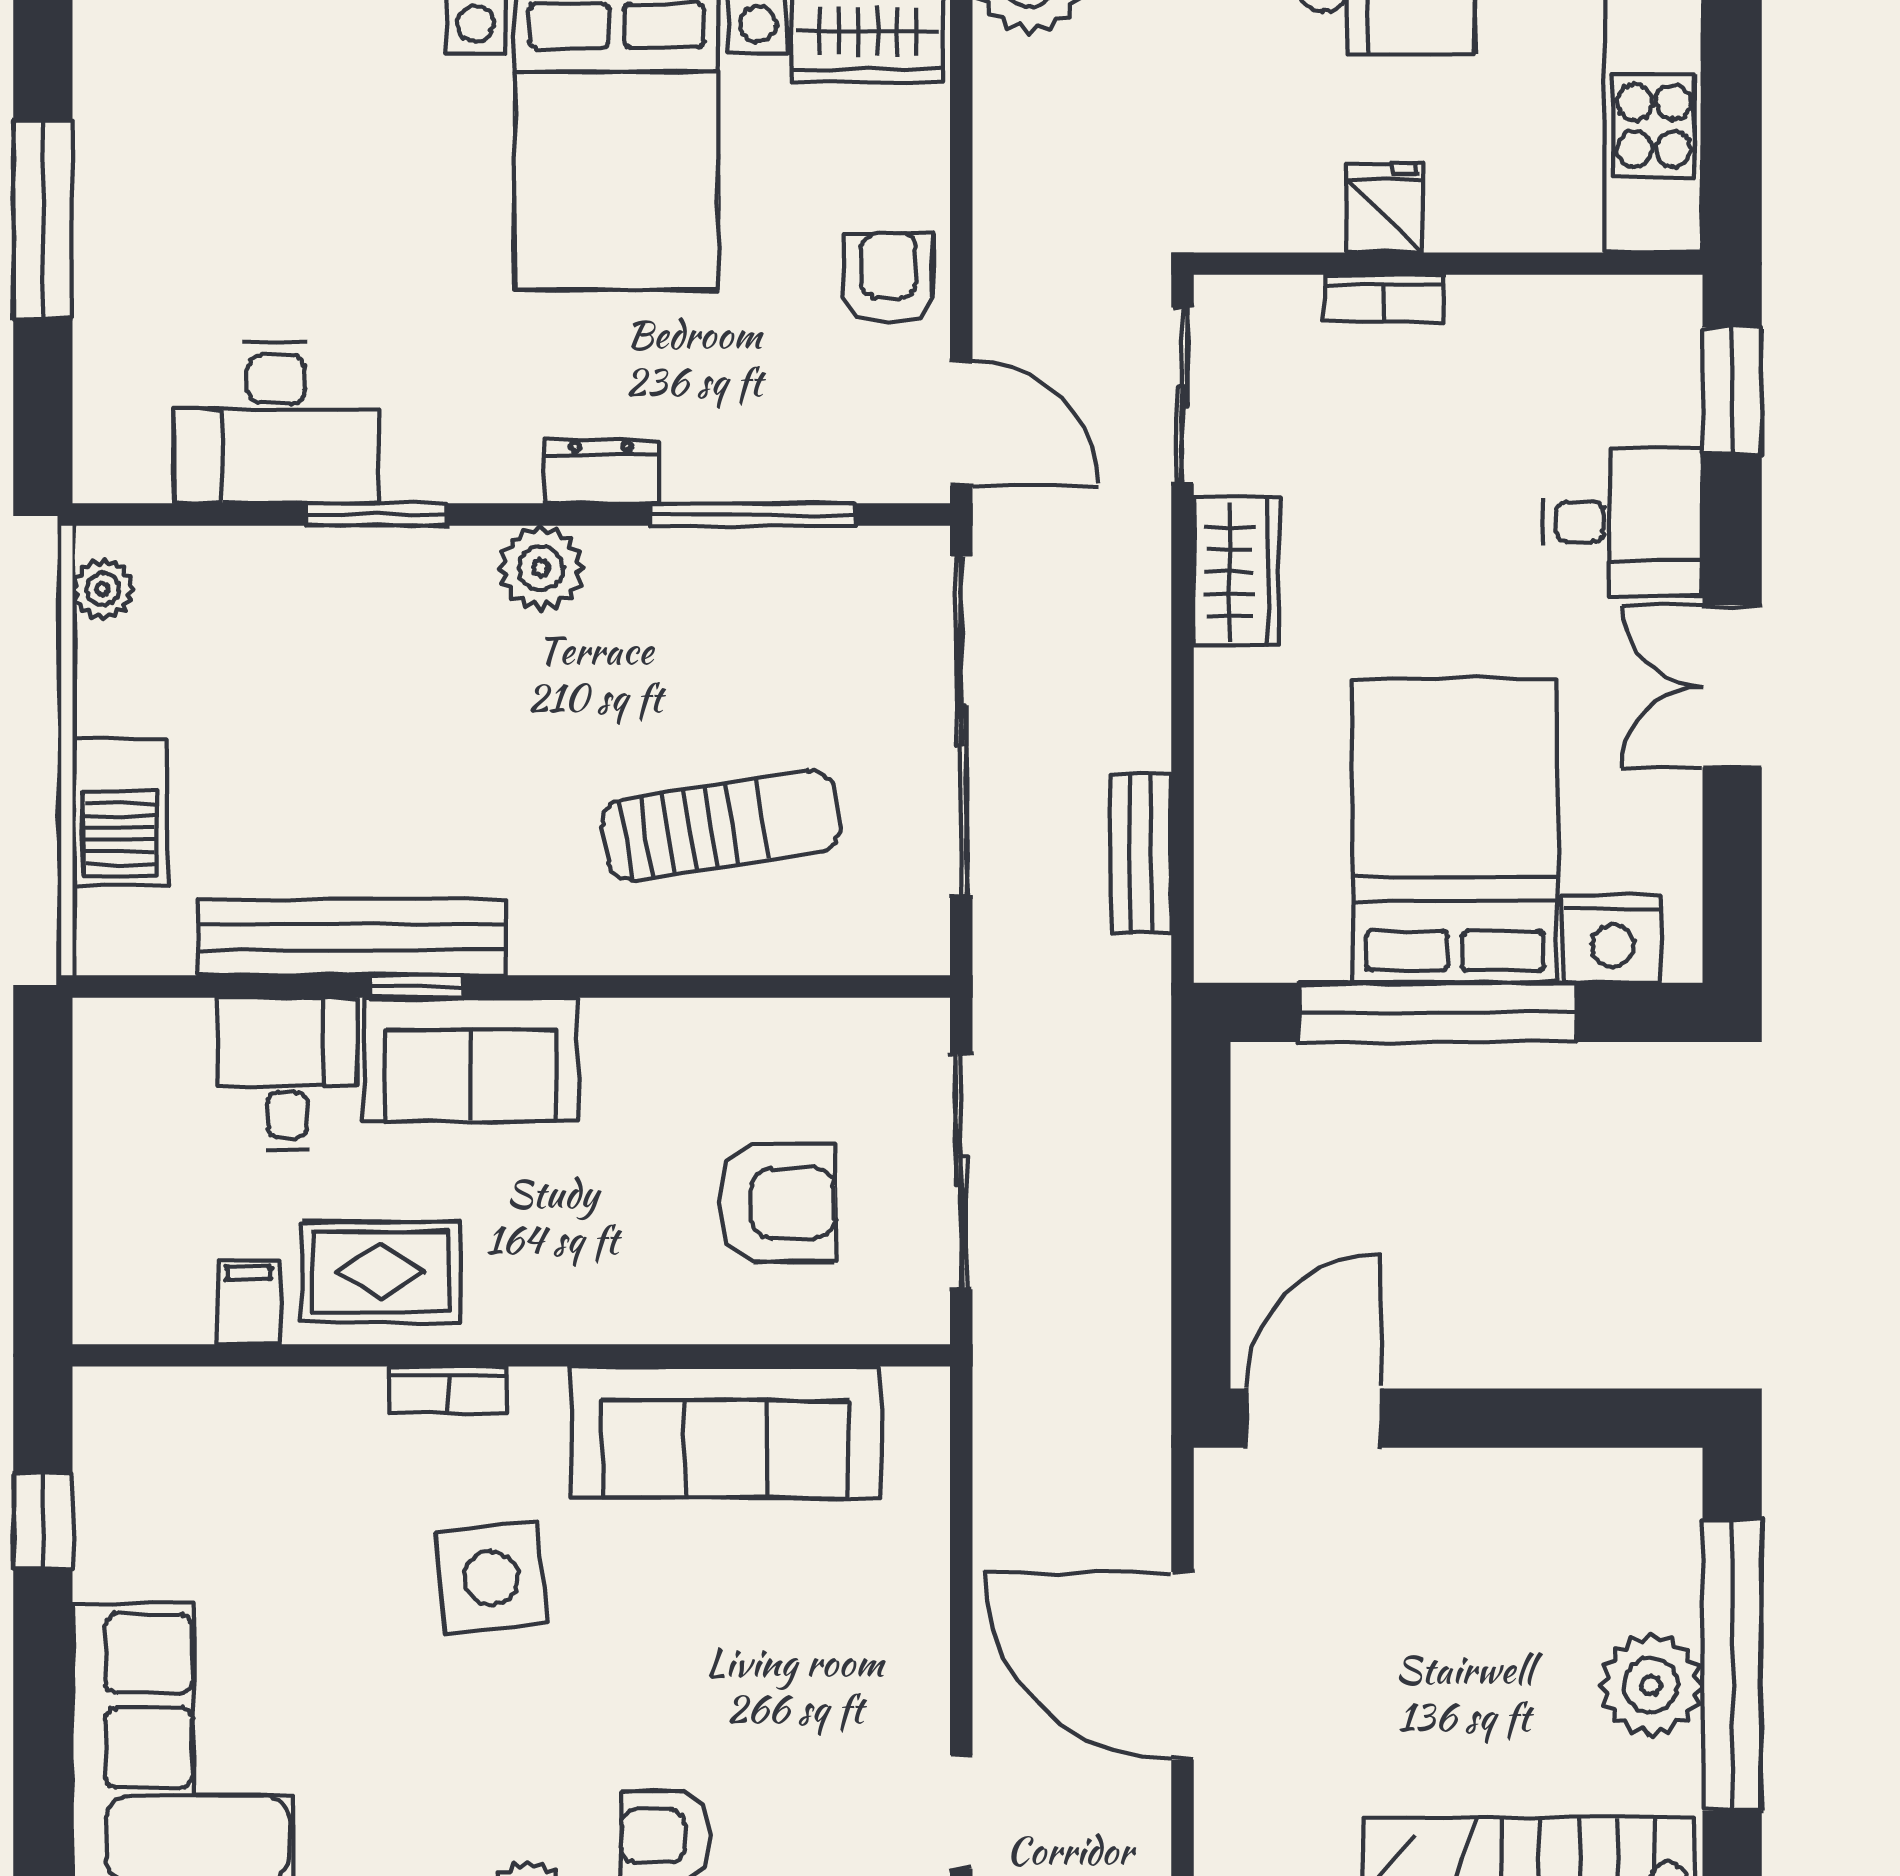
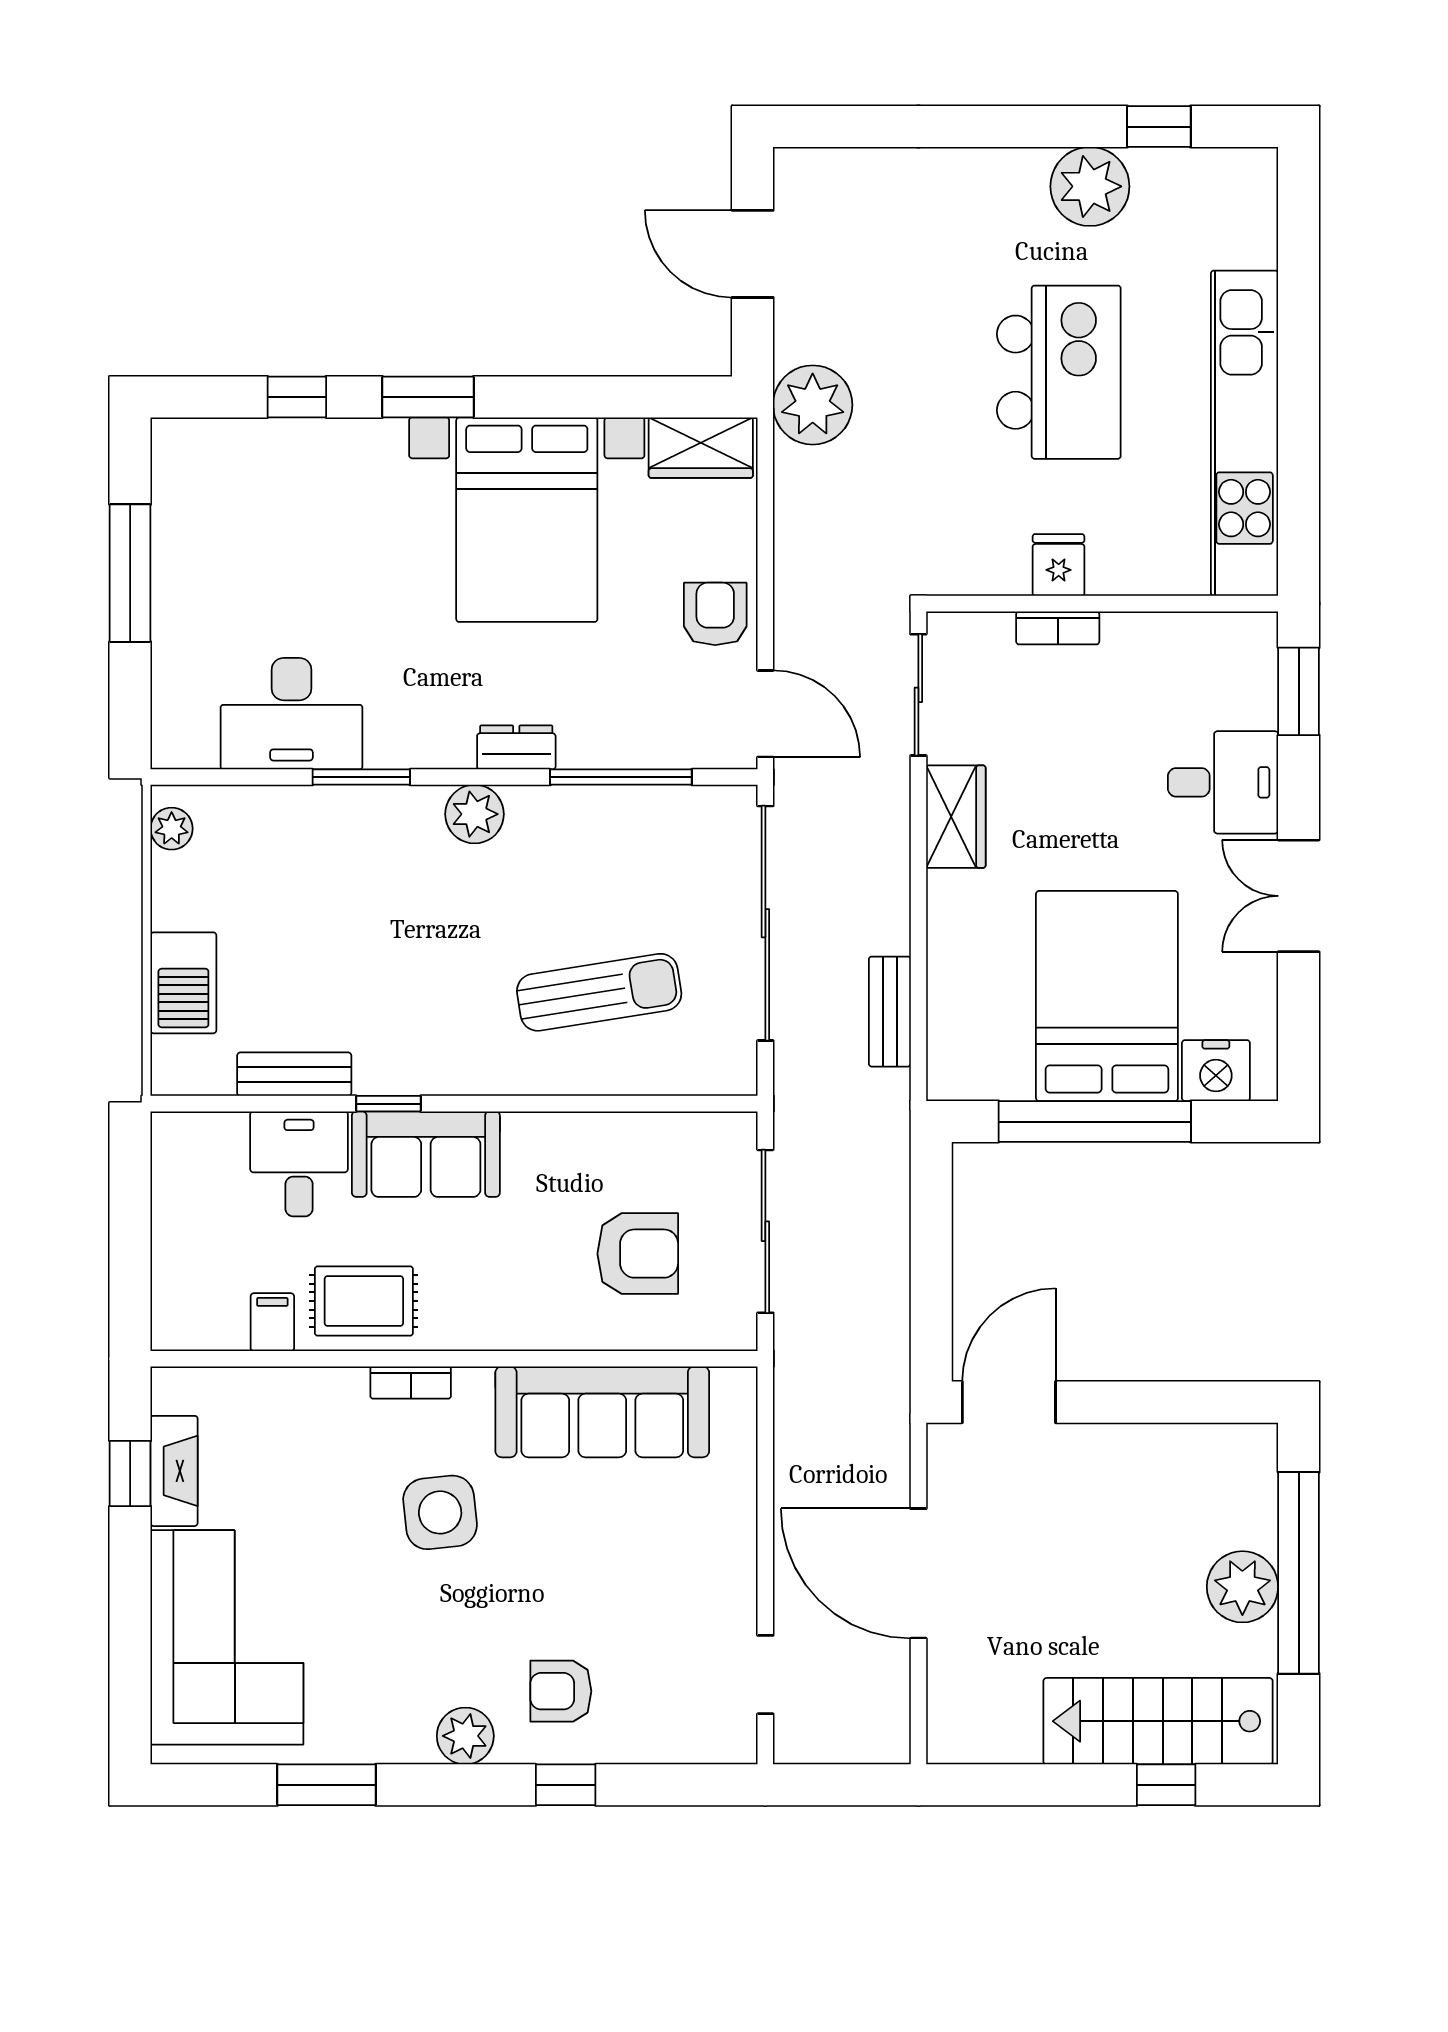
bench: (351, 937) -> (294, 1074), width x0.54, depth x0.82
fireplace: (106, 1518) -> (174, 1471), added

